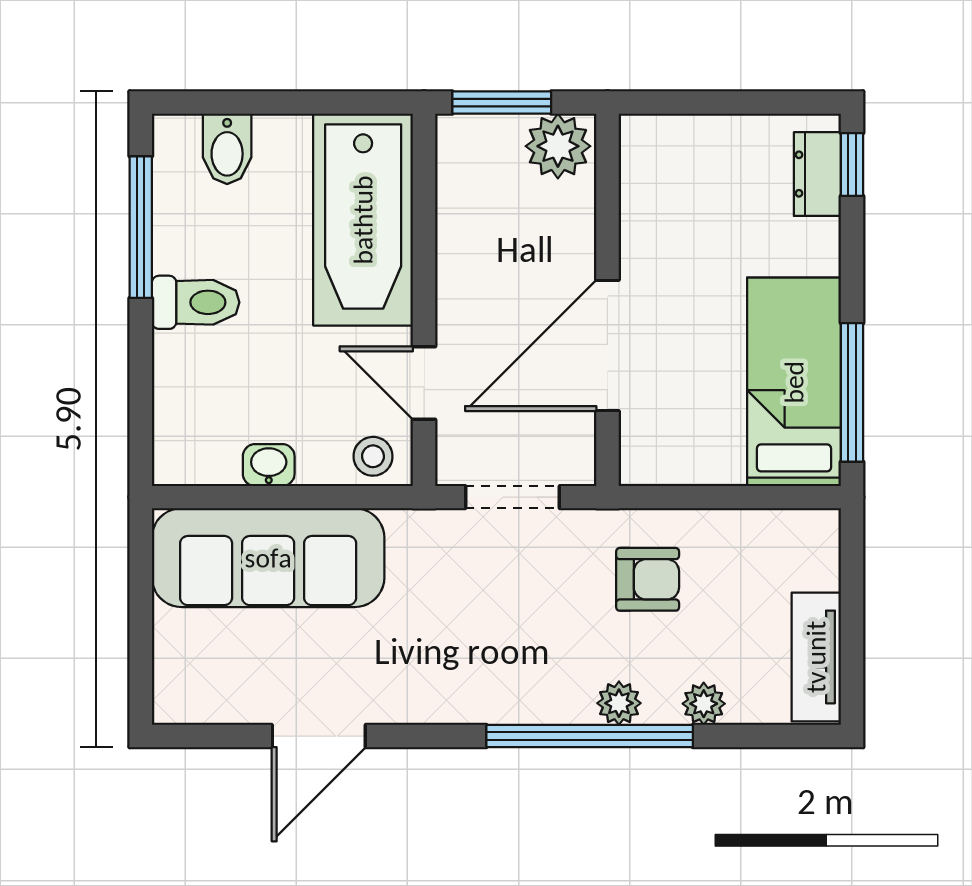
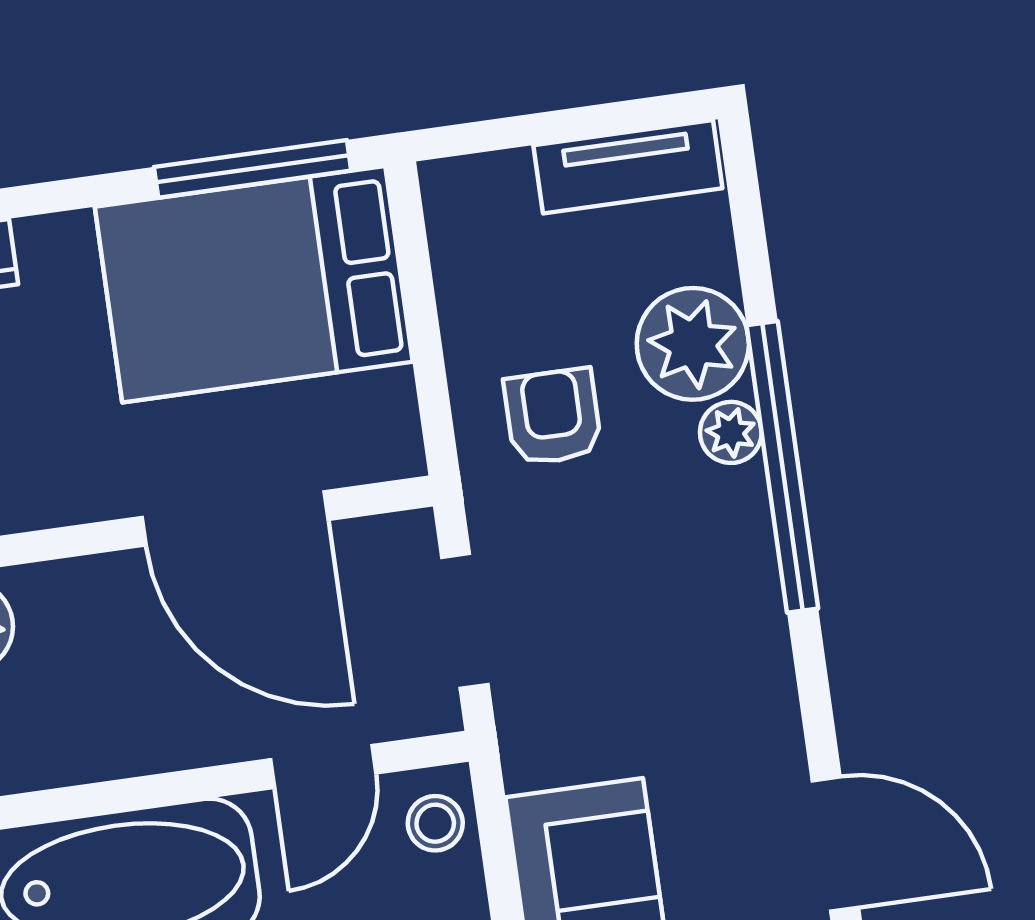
bed: (794, 382) -> (254, 284), width x1.50
plant: (704, 704) -> (693, 344), width x1.88, depth x1.88

